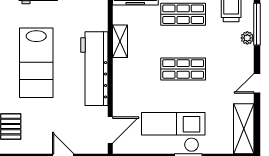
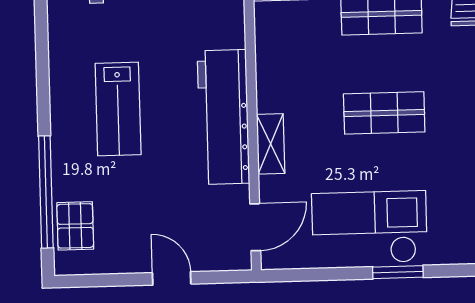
shelving: (120, 41) -> (271, 144), moved
lab bench: (36, 63) -> (118, 109), width x0.73, depth x0.72

